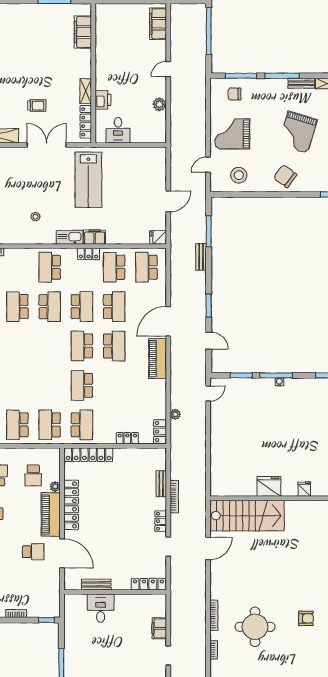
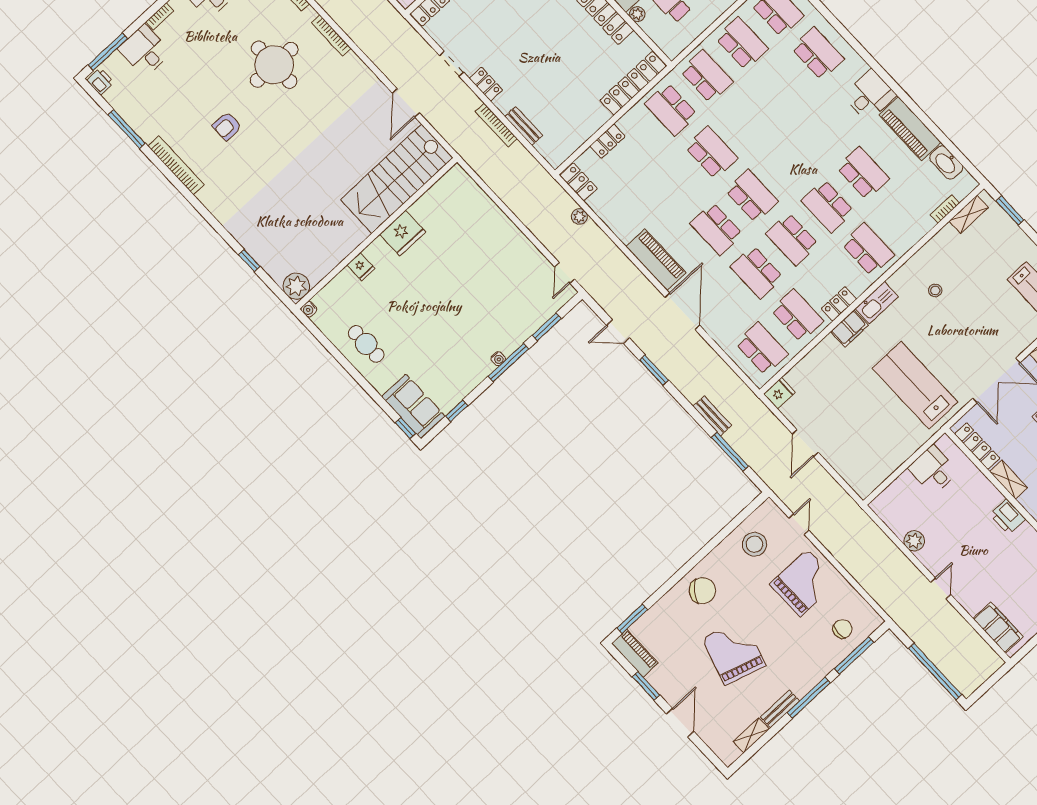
printer: (103, 100) -> (1008, 517), moved

